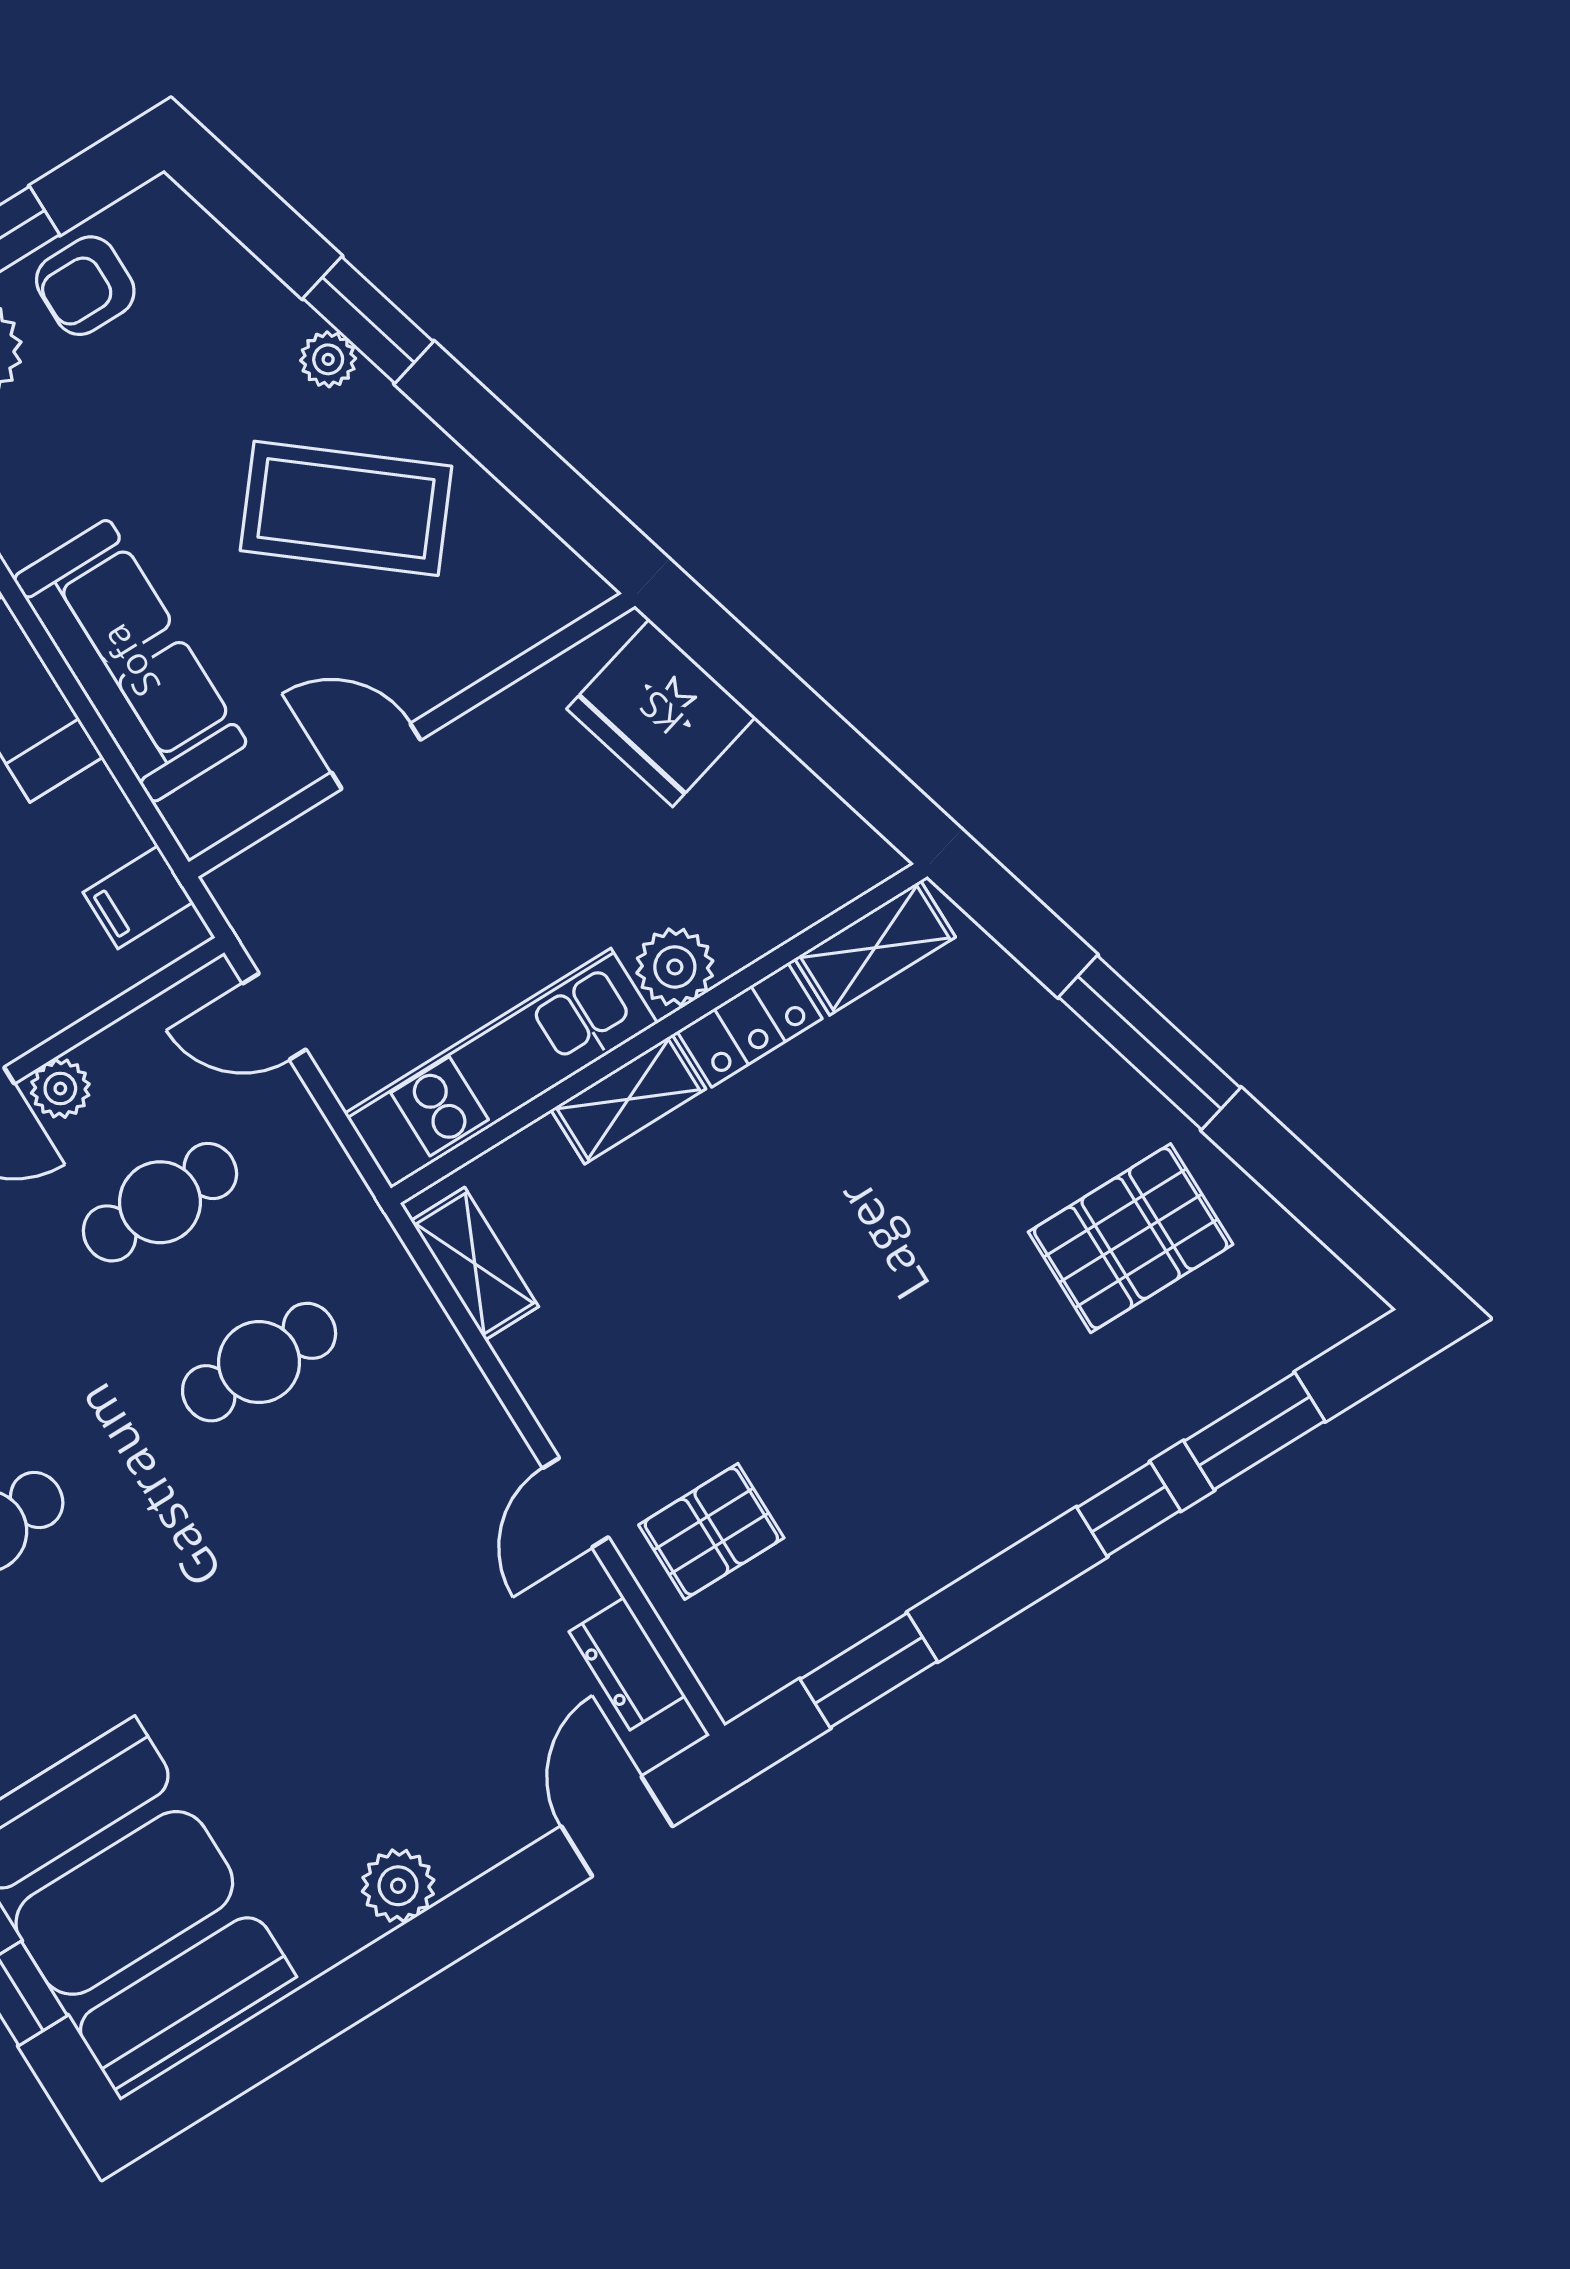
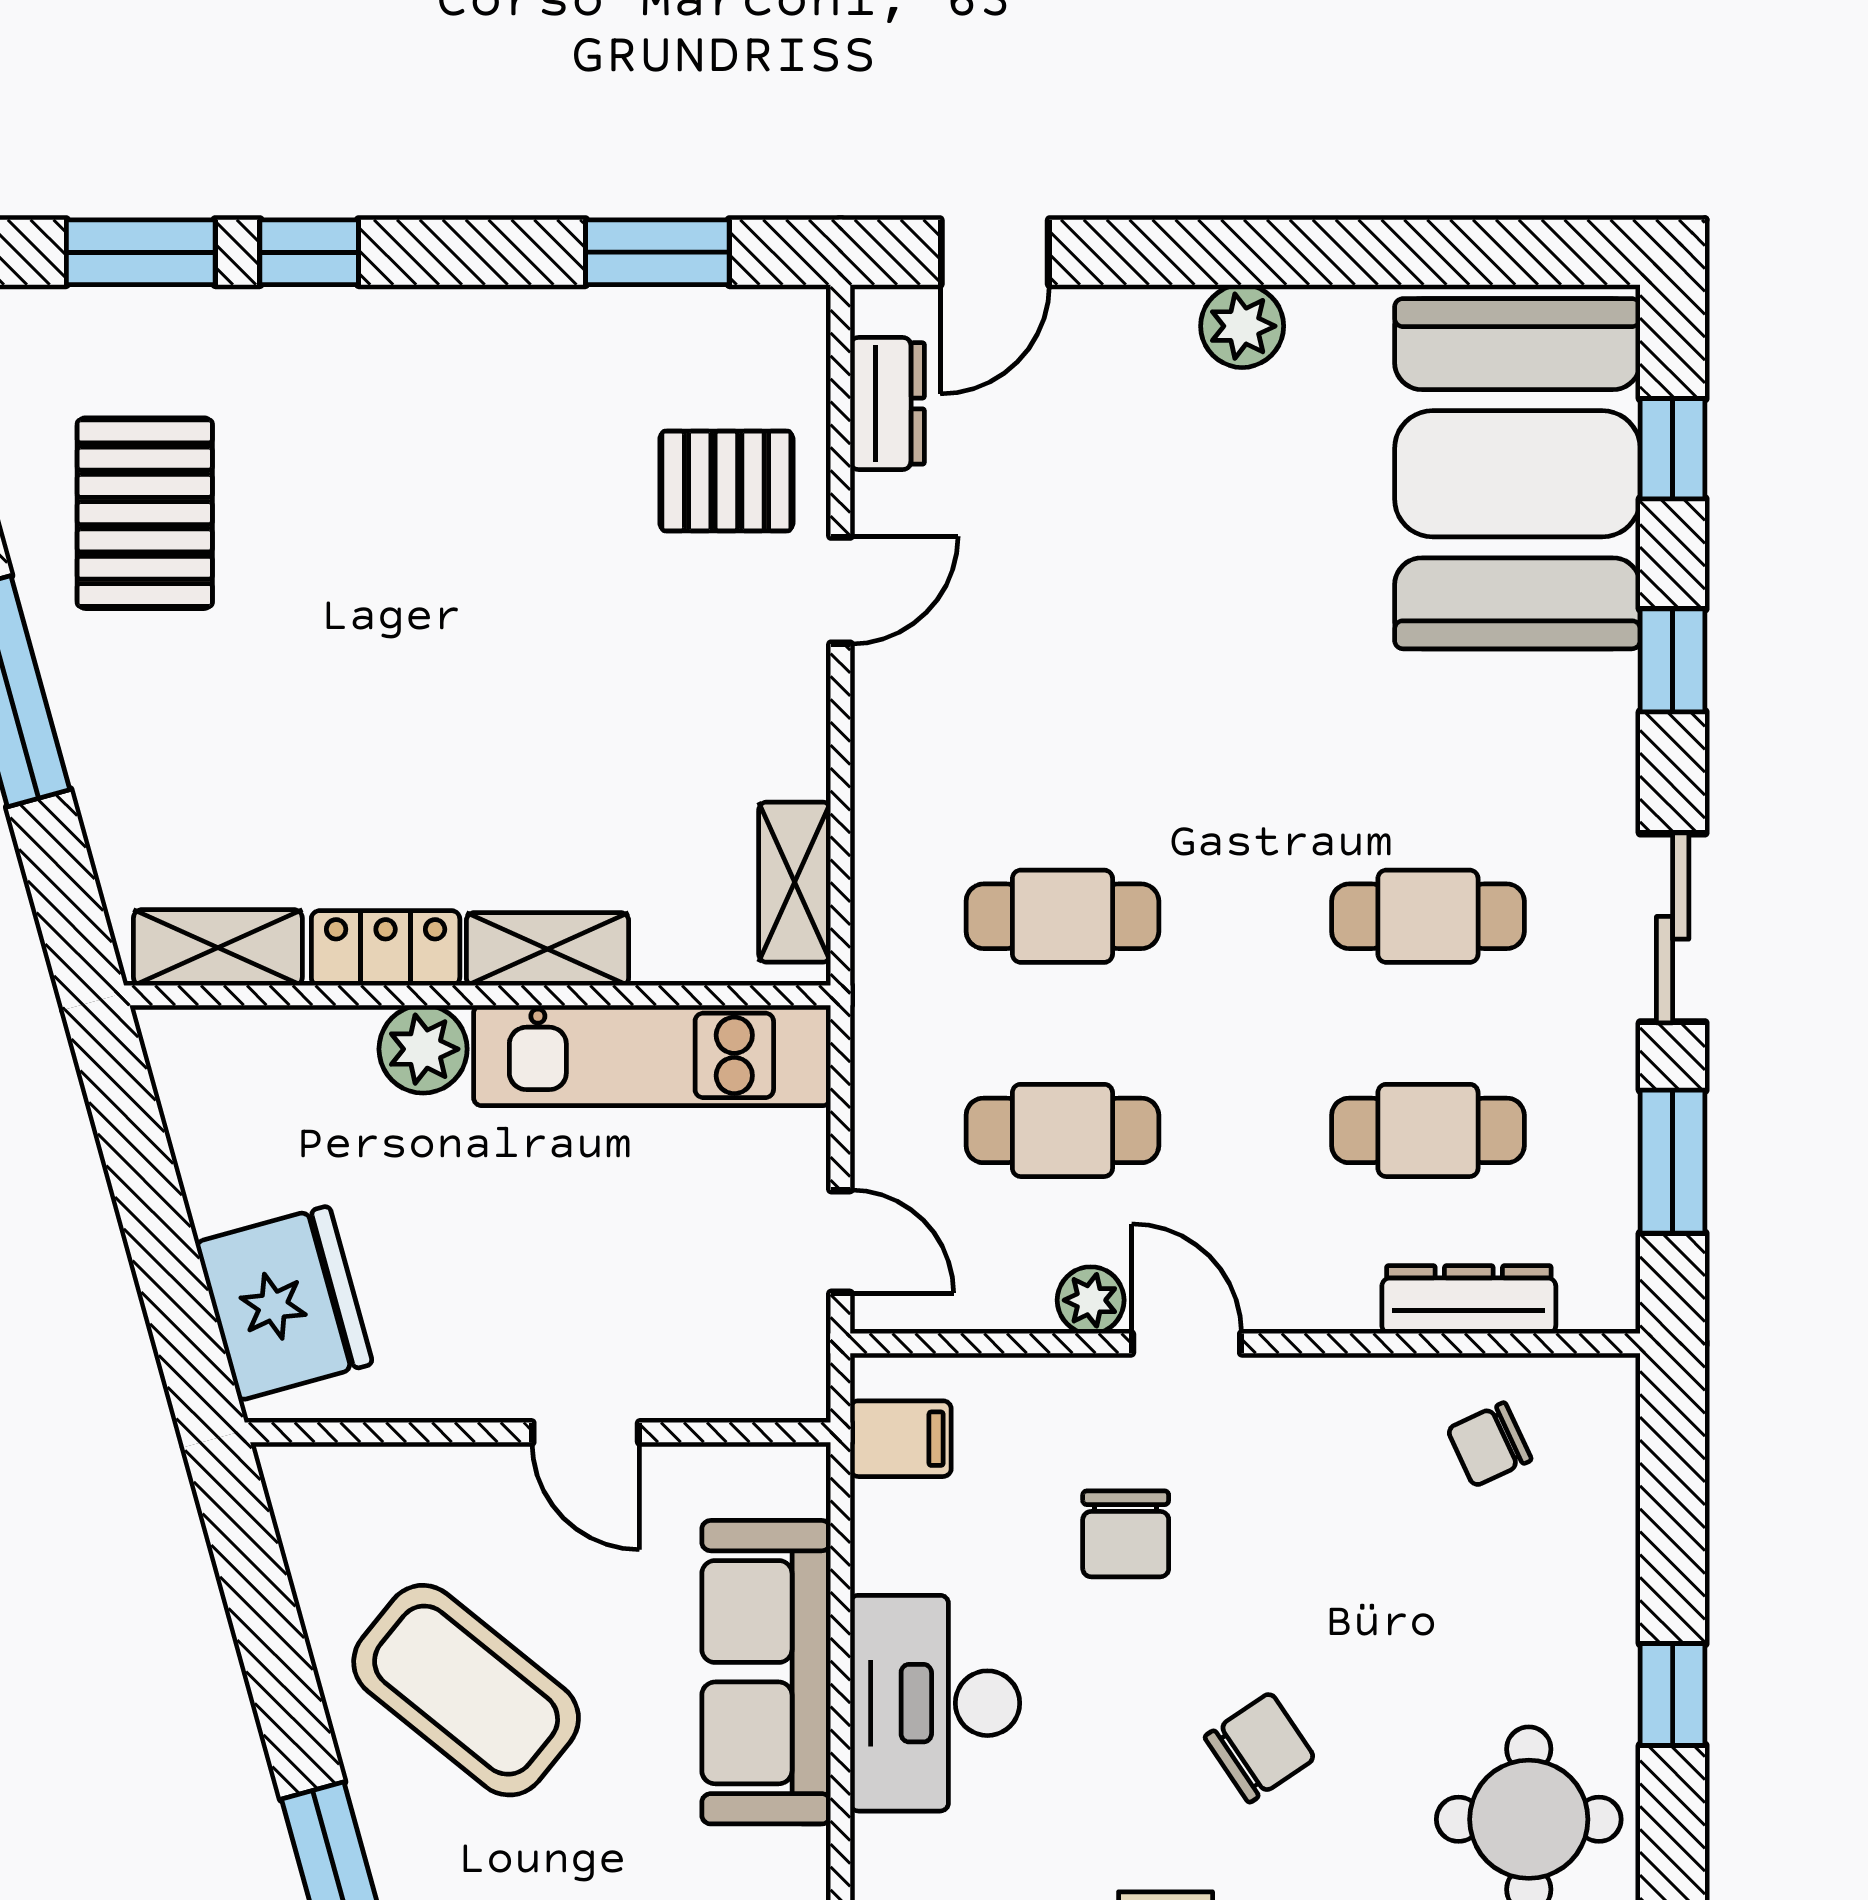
plant: (328, 359) -> (394, 1845), removed
pallet: (1131, 1238) -> (145, 513), turned 90

